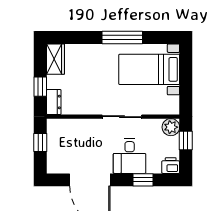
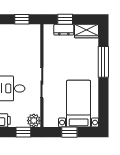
window: (122, 37) -> (103, 62), moved
window: (186, 81) -> (69, 132), added
dresser: (54, 102) -> (64, 30), moved

